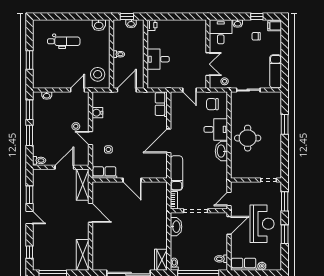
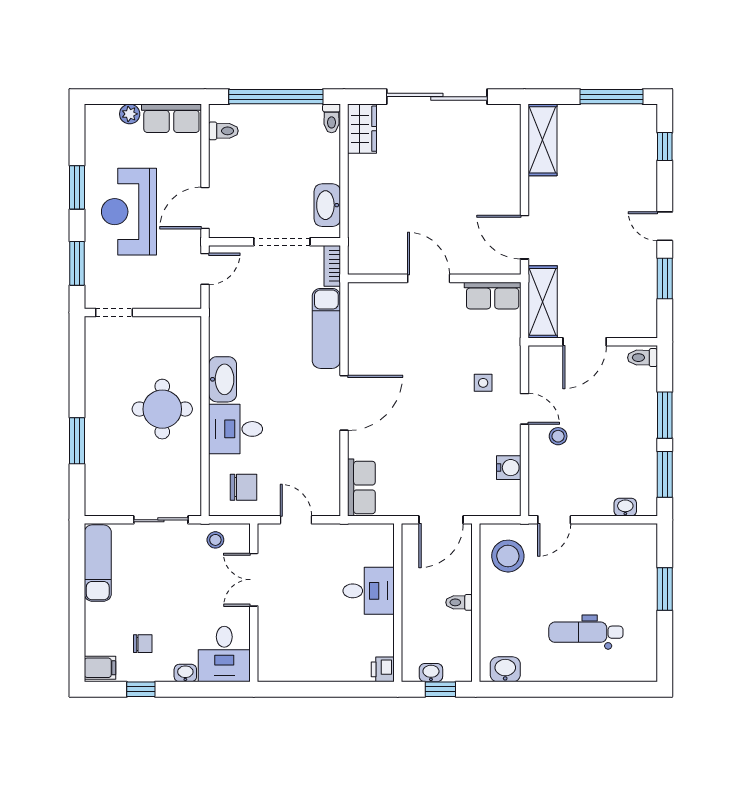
row of seats: (104, 173) -> (493, 296), moved
wall: (130, 180) -> (434, 278), moved
door: (132, 180) -> (429, 278), moved

